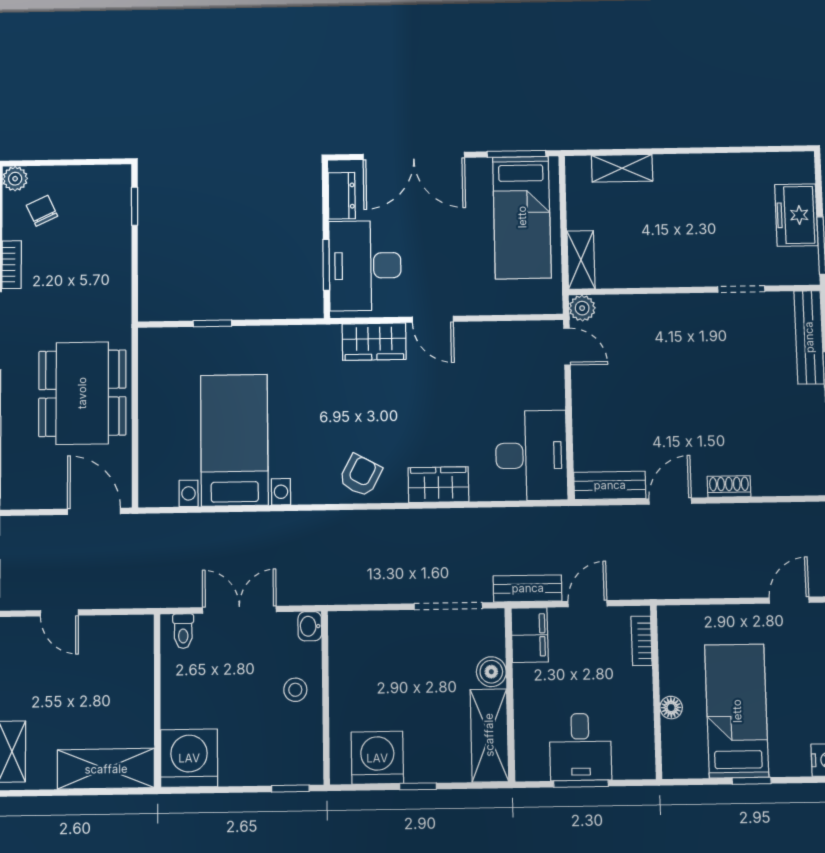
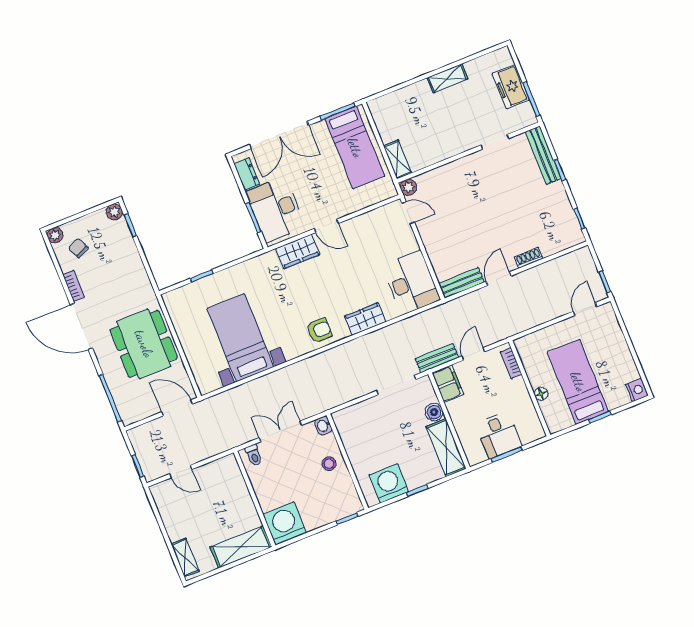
shelving: (622, 168) -> (447, 78), moved
plant: (118, 177) -> (114, 212), added
armchair: (360, 475) -> (319, 330), turned 62

